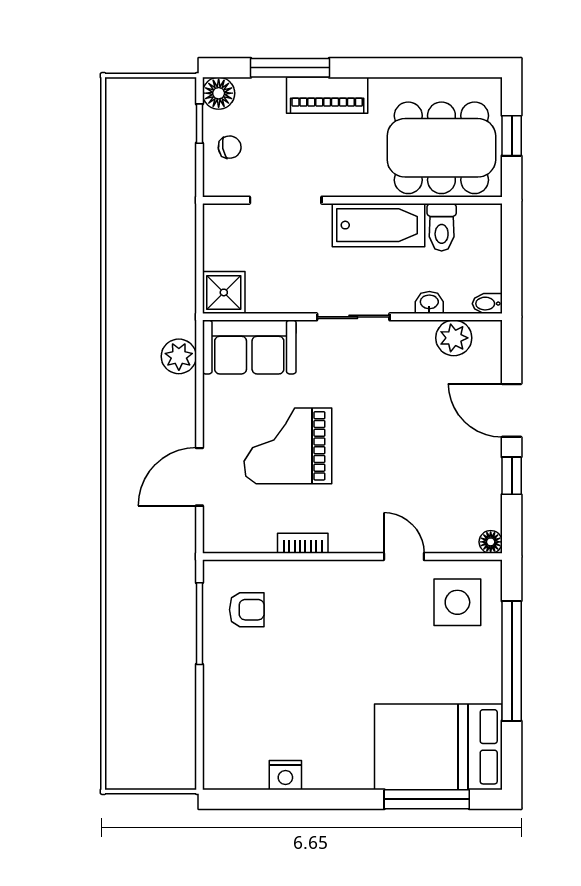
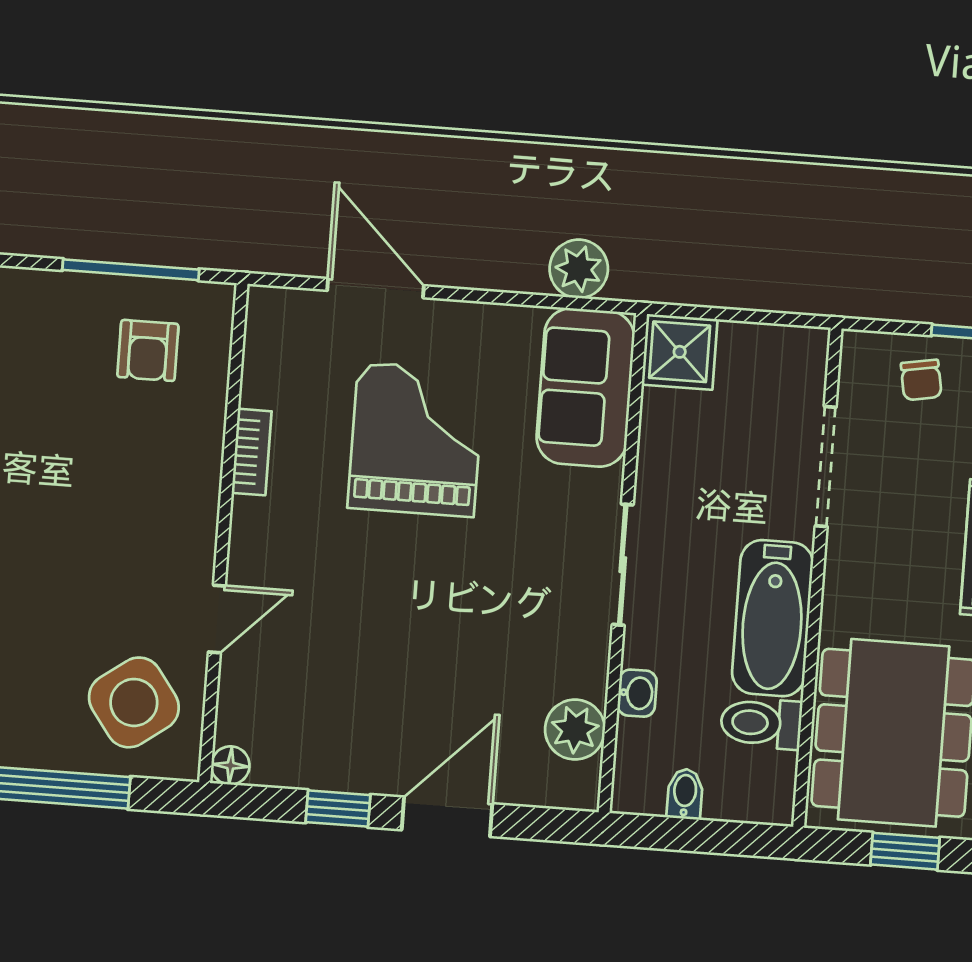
bidet: (487, 304) -> (685, 794), moved
side table: (457, 602) -> (134, 702), turned -36

